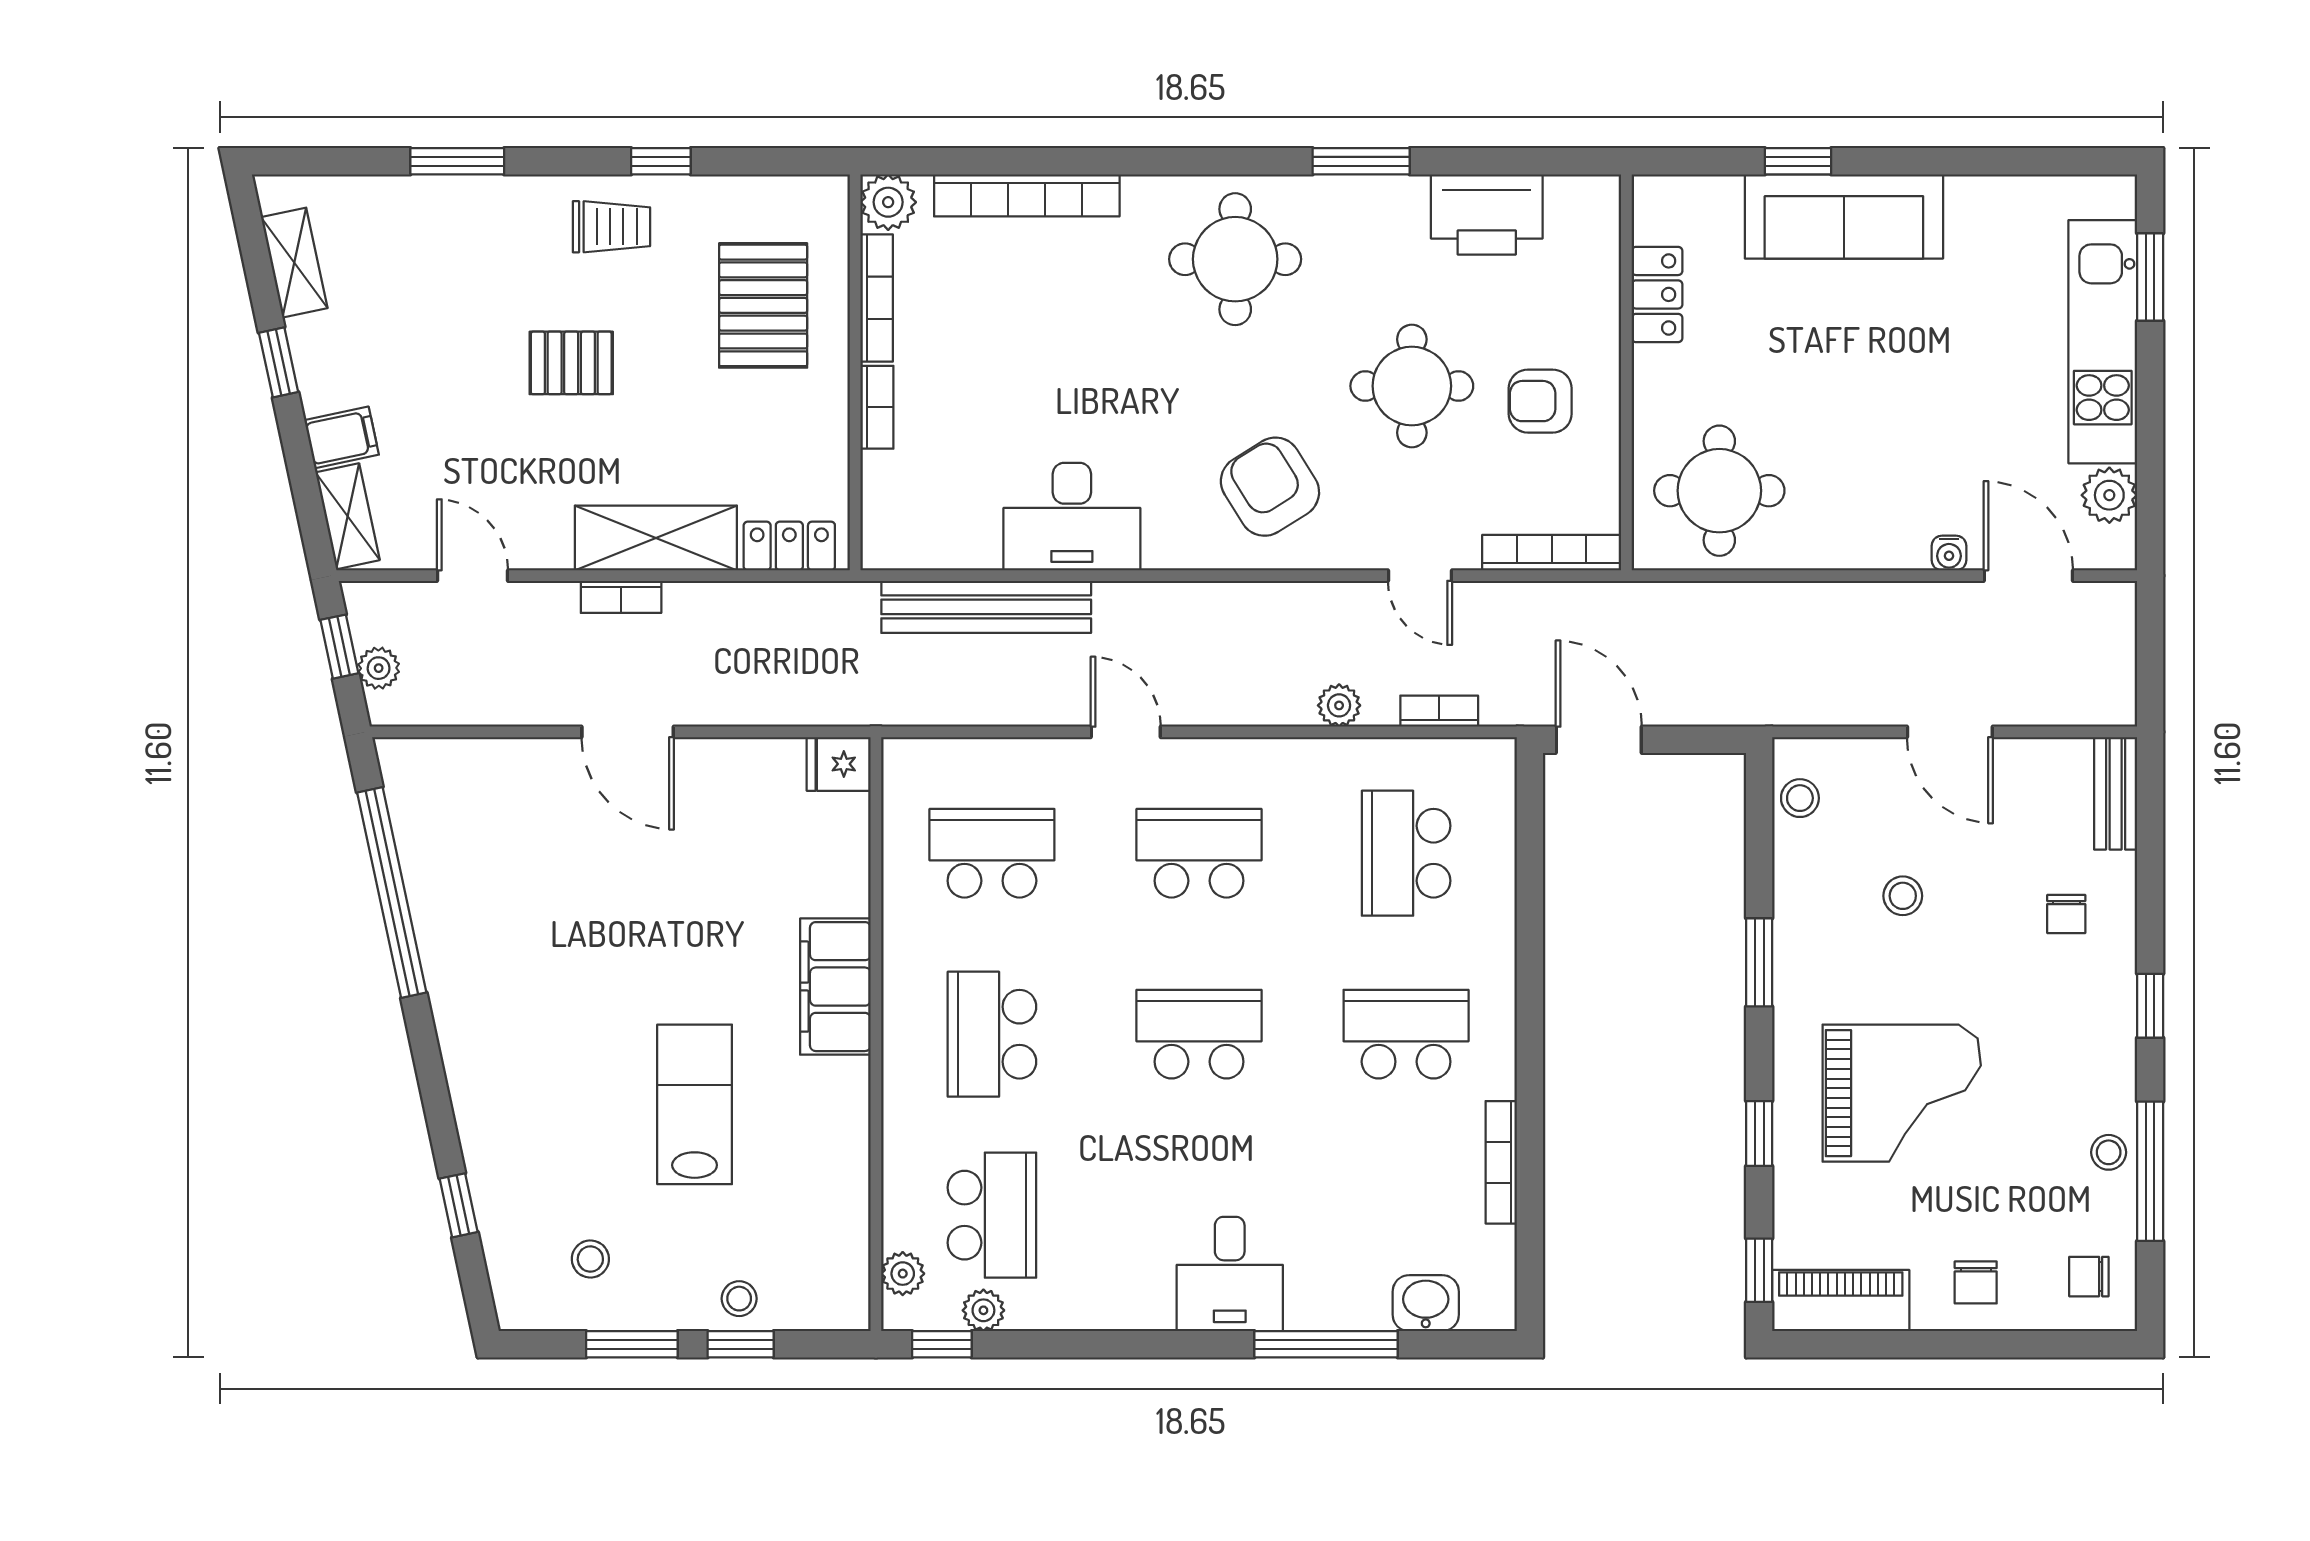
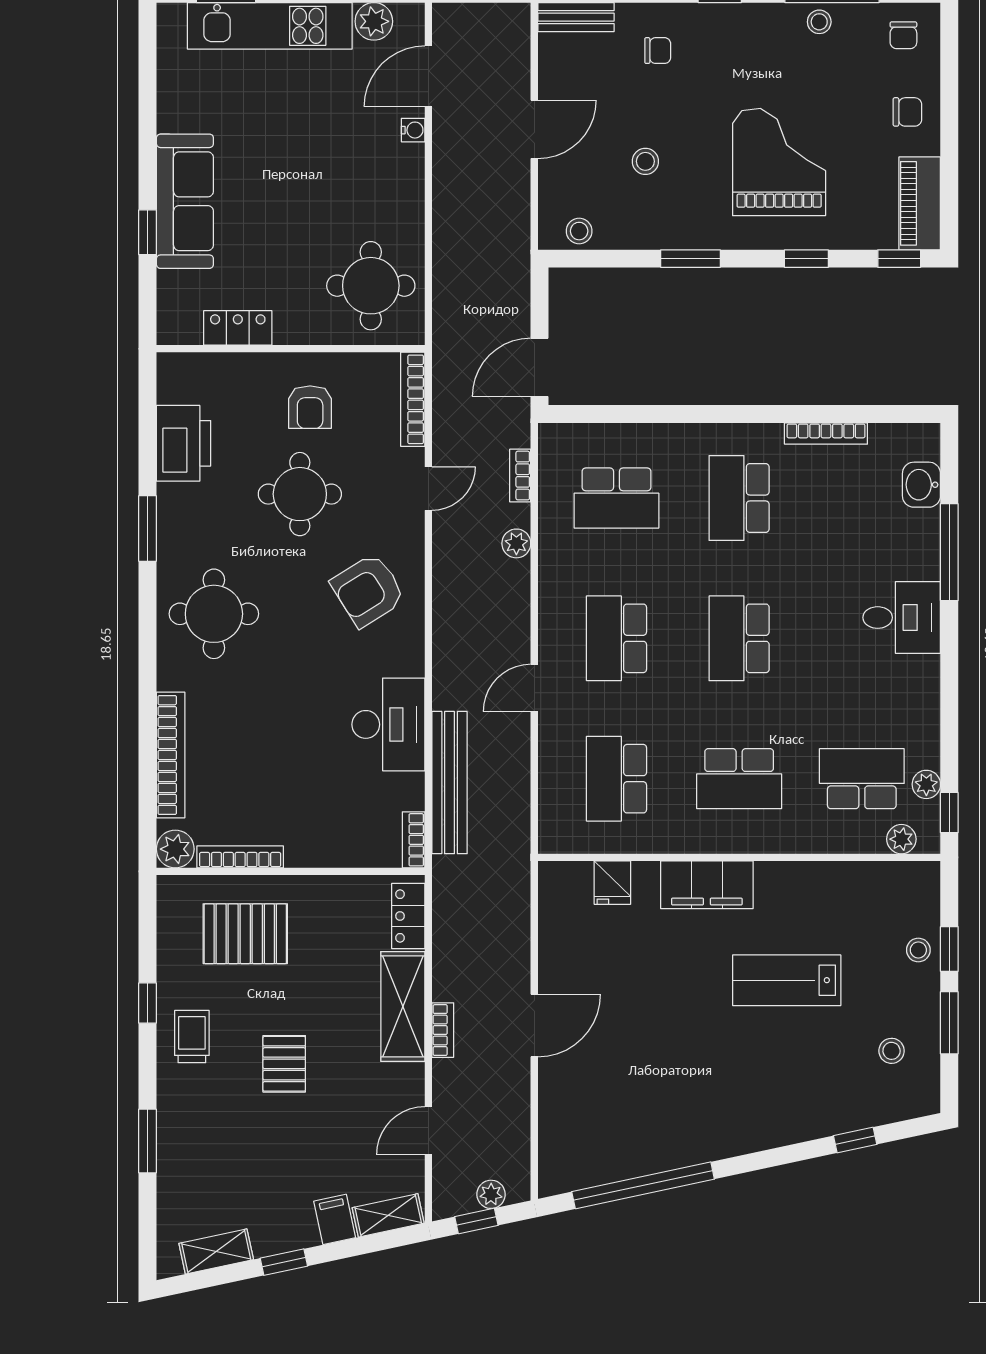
bookcase: (877, 407) -> (414, 840), moved, turned -90
fridge: (839, 764) -> (612, 883), moved

